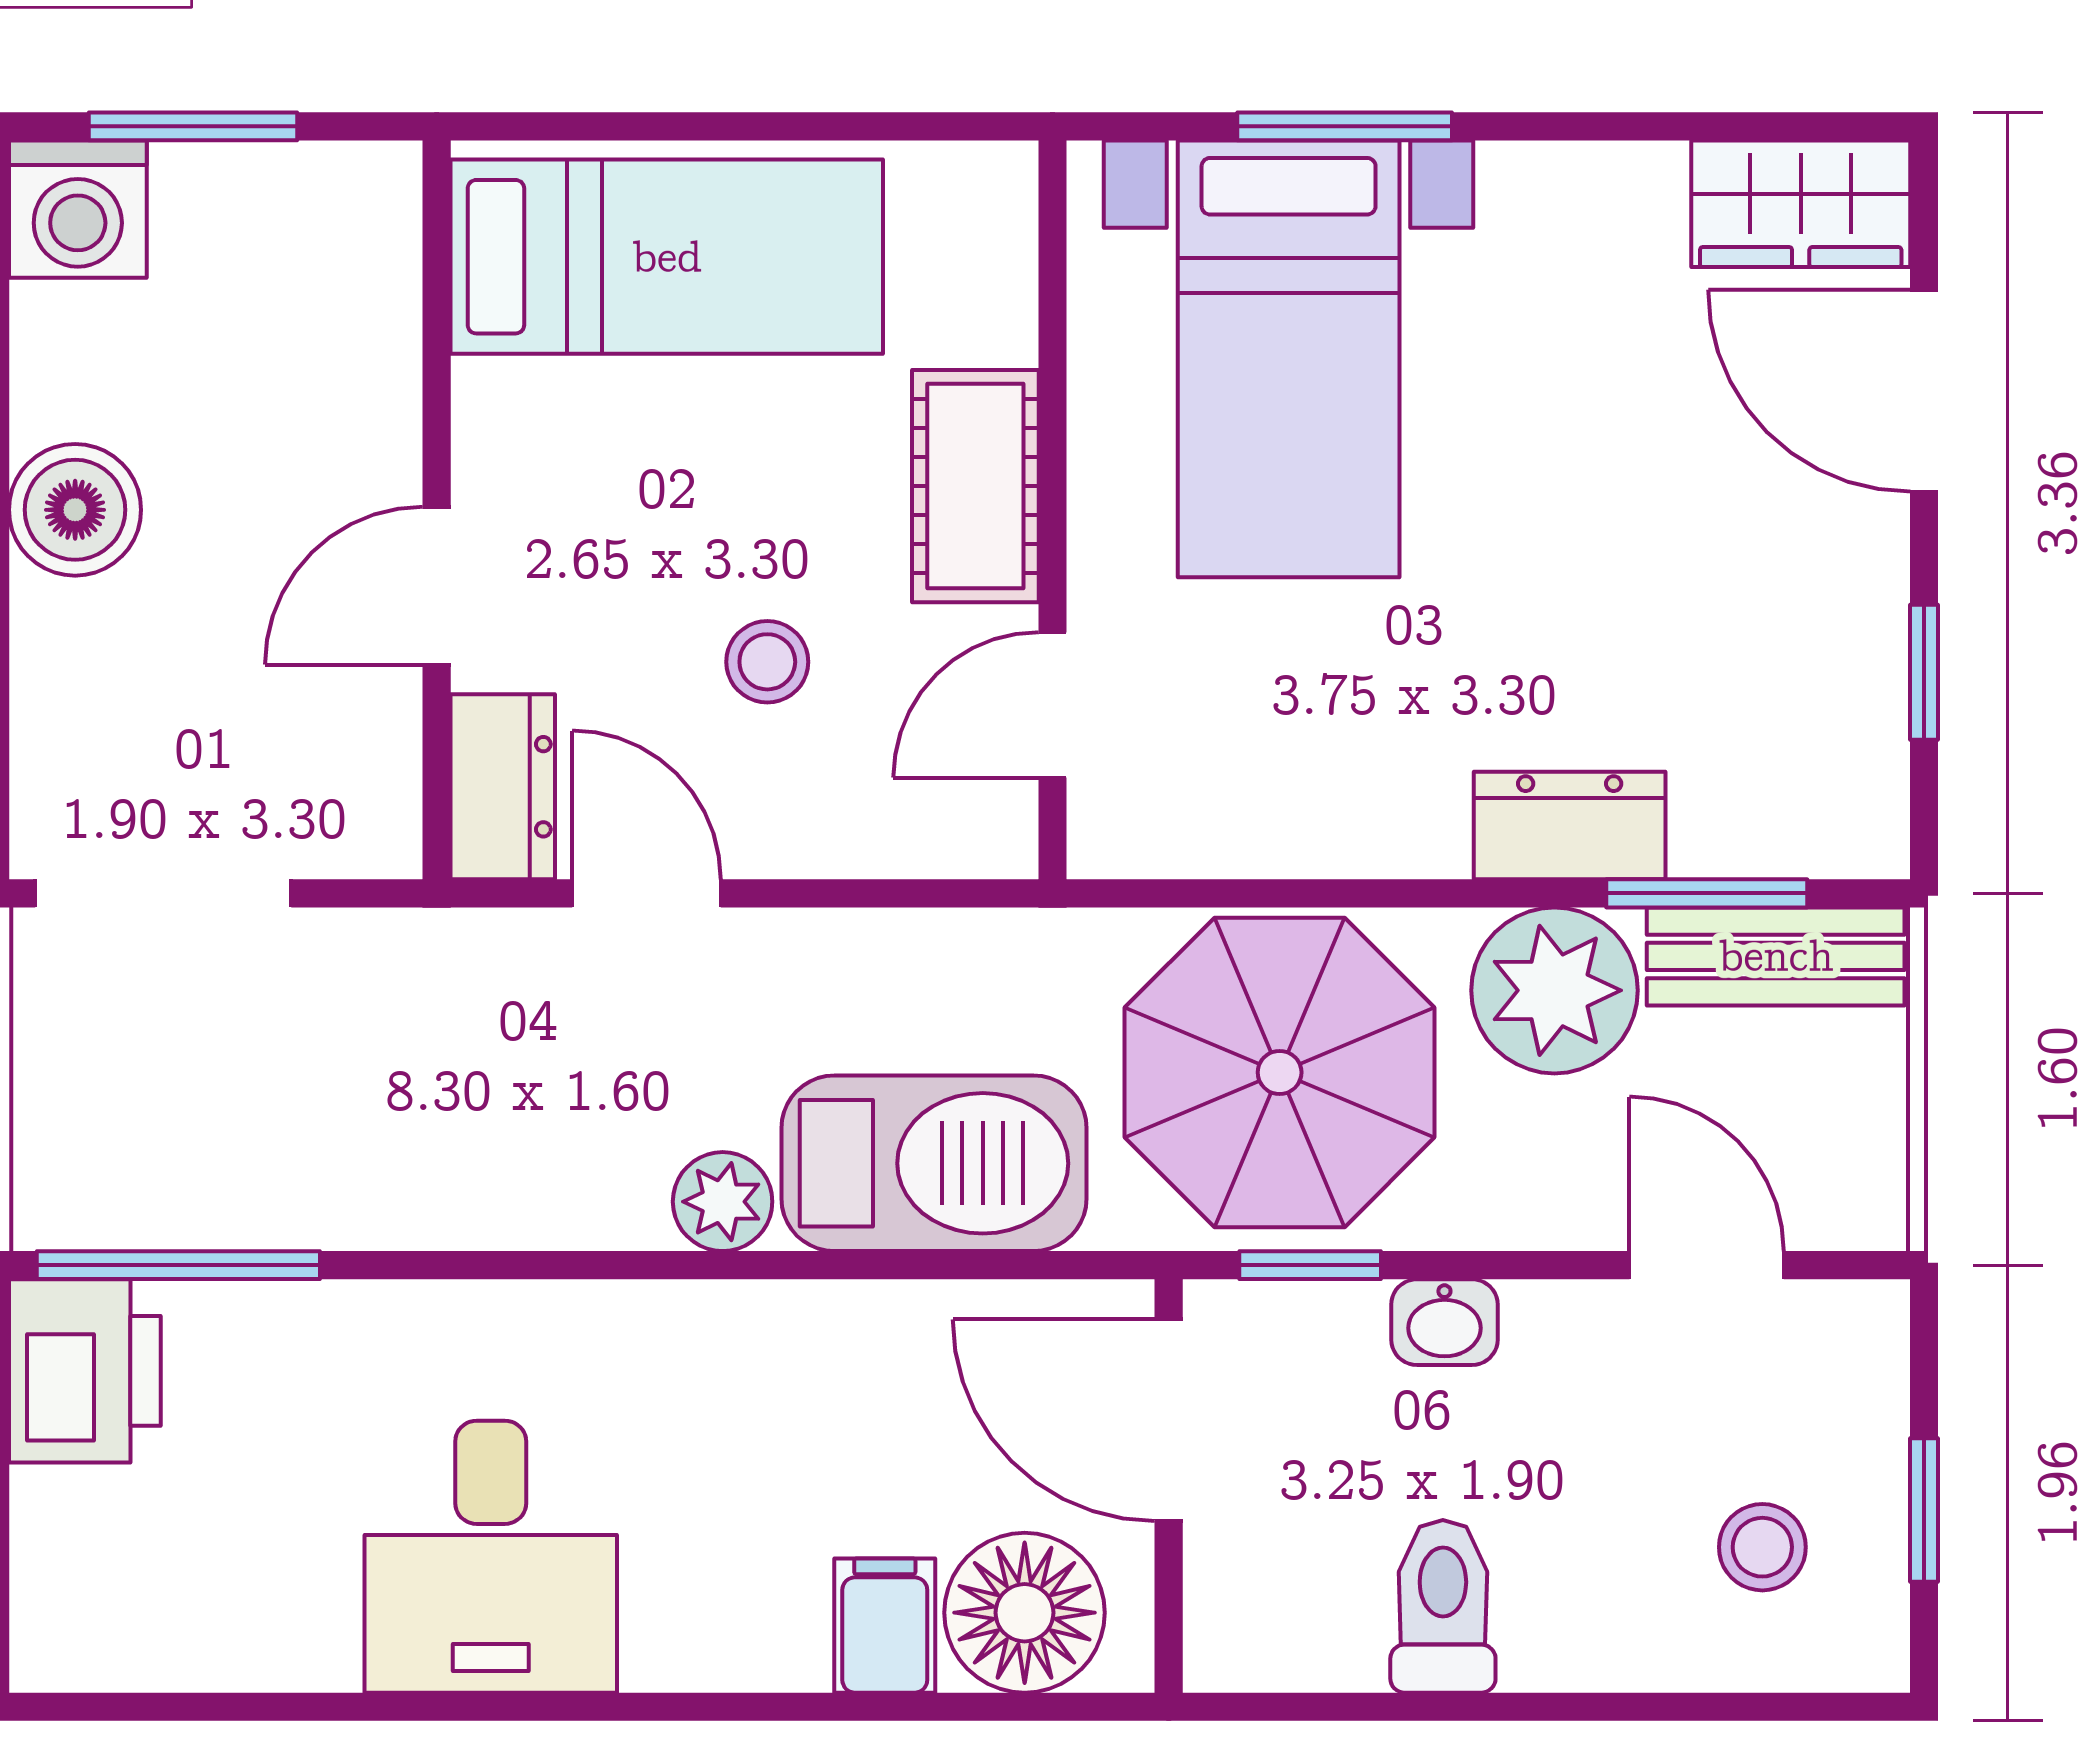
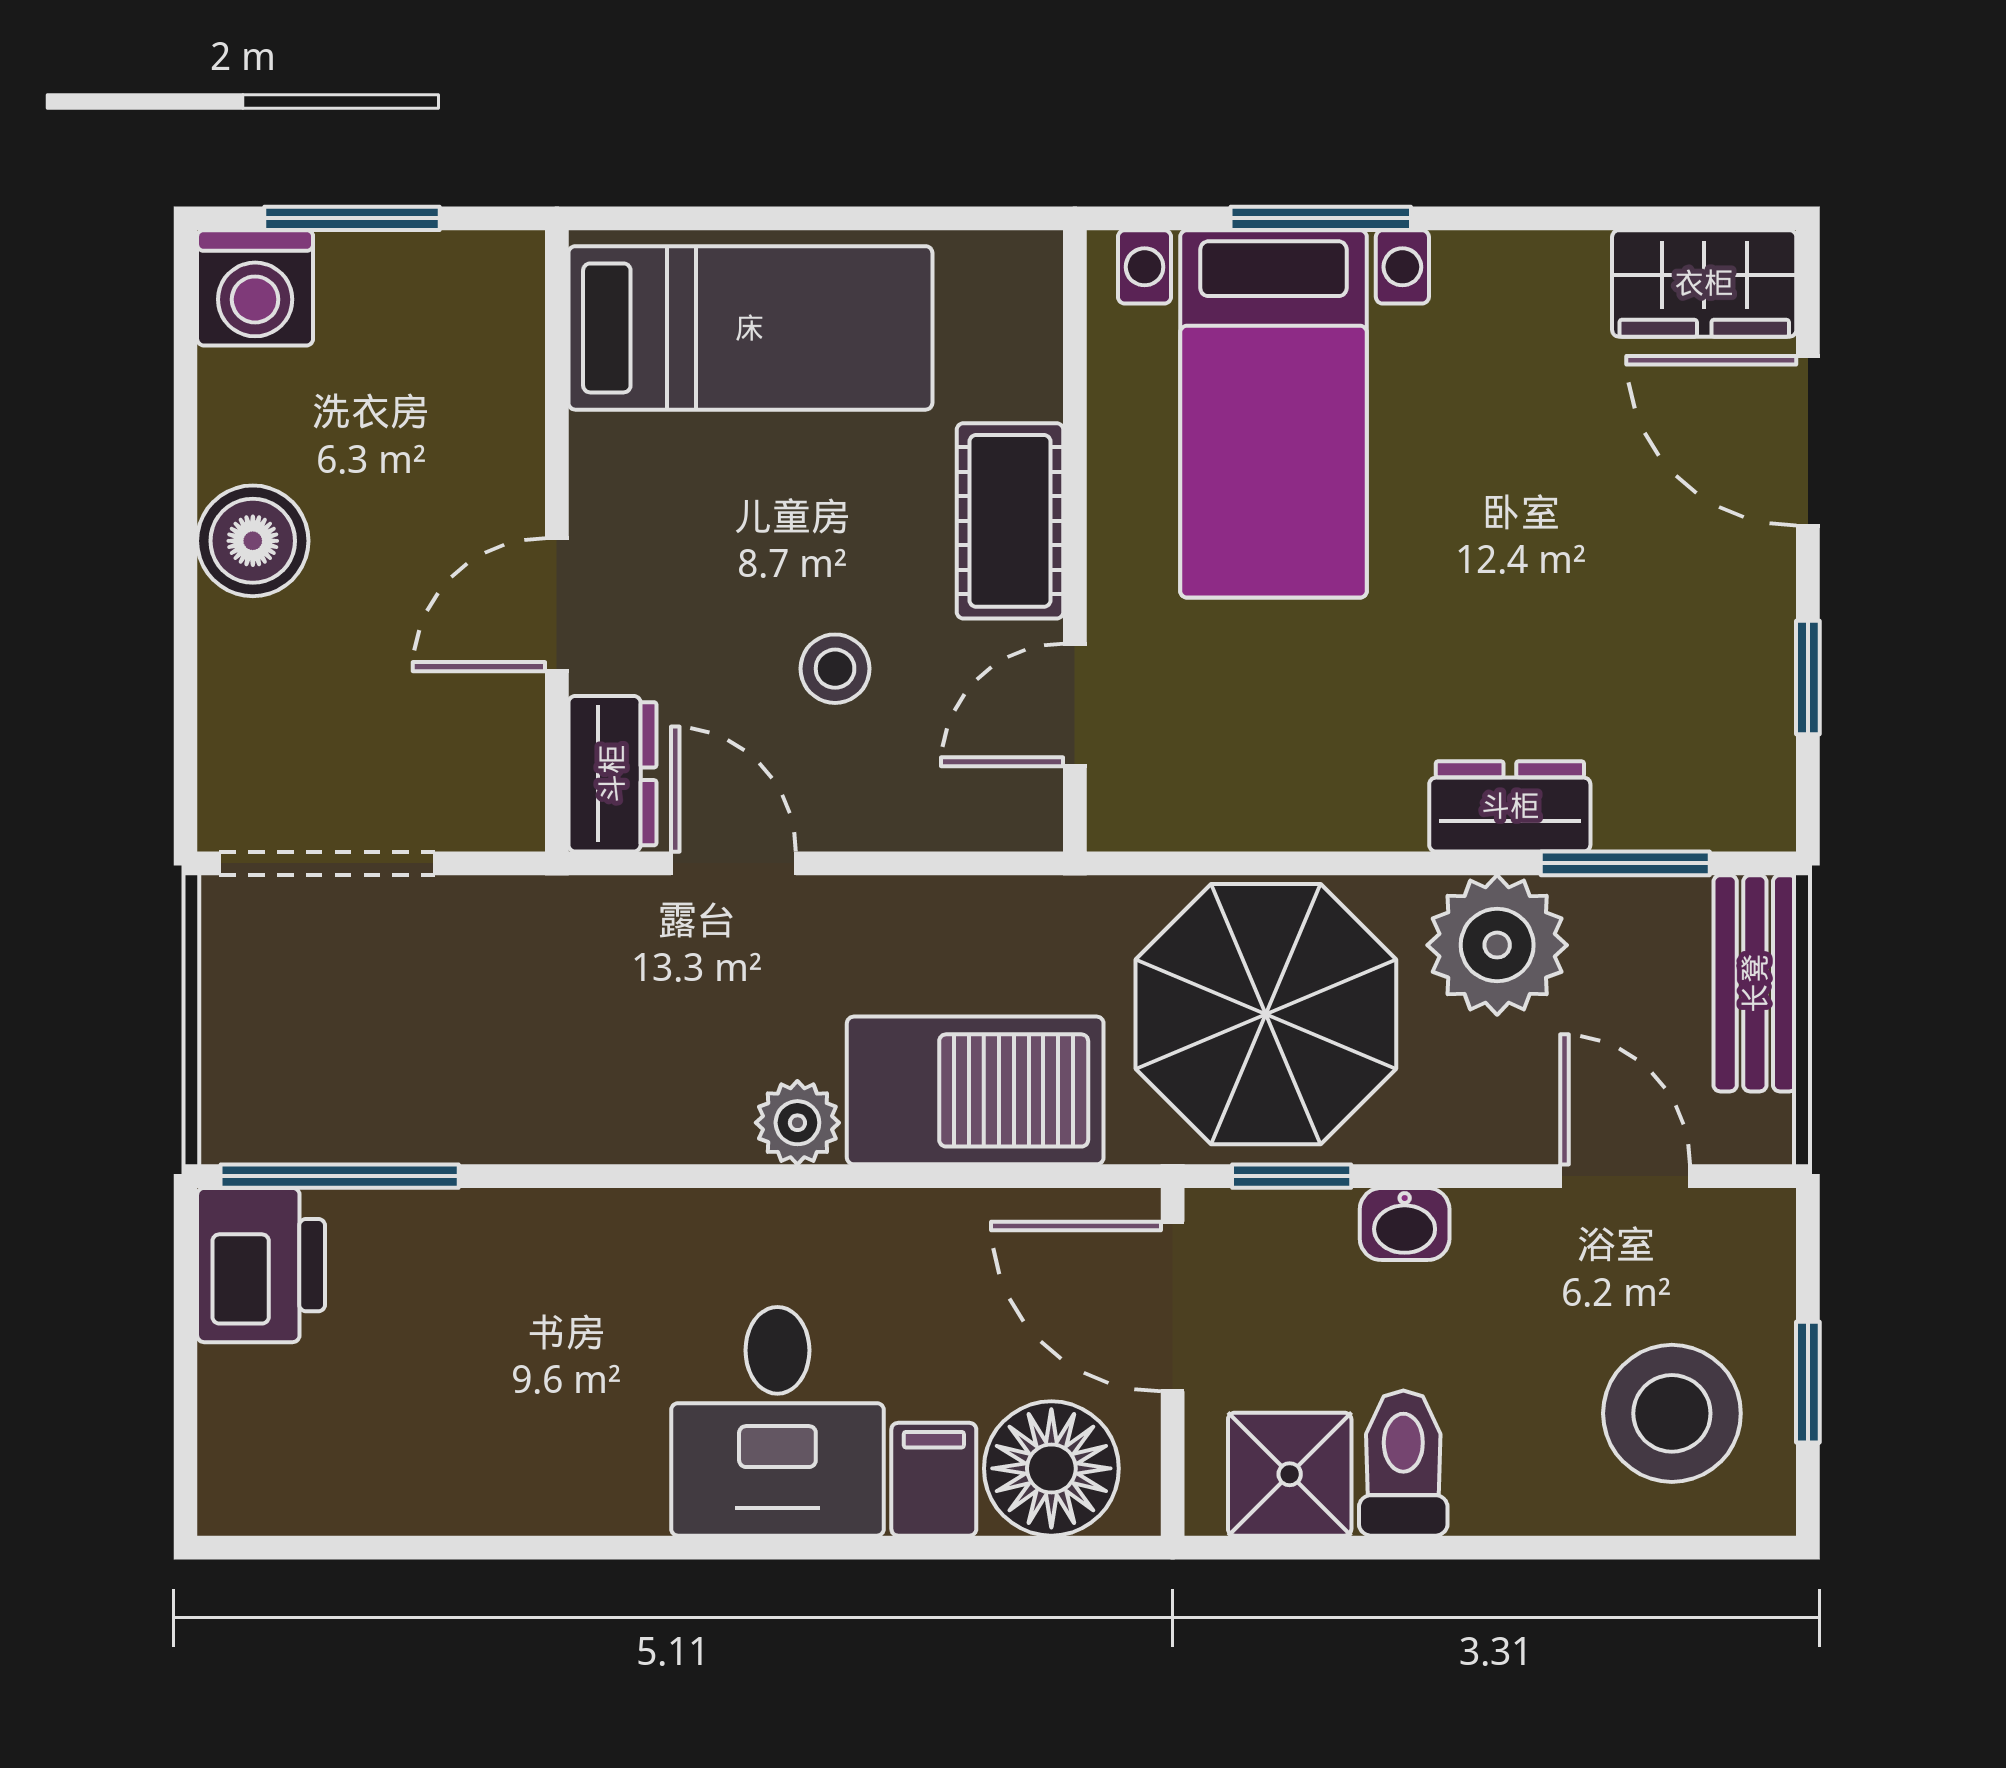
bench: (1776, 956) -> (1755, 983), moved, turned 90
stool: (1762, 1547) -> (1672, 1413), width x1.89, depth x1.89
desk: (491, 1557) -> (777, 1421), moved
shower: (1308, 1620) -> (1290, 1474), added

